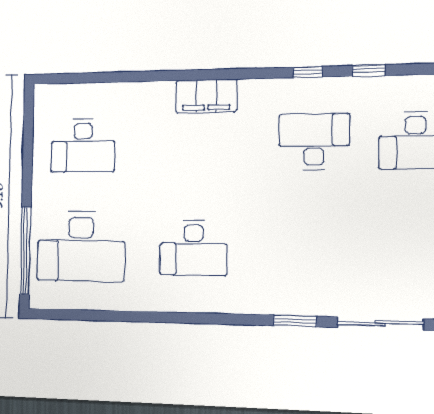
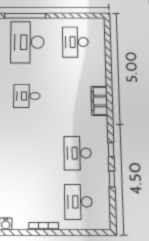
desk: (314, 142) -> (78, 153), turned 180
desk: (193, 248) -> (27, 96), width x0.73

